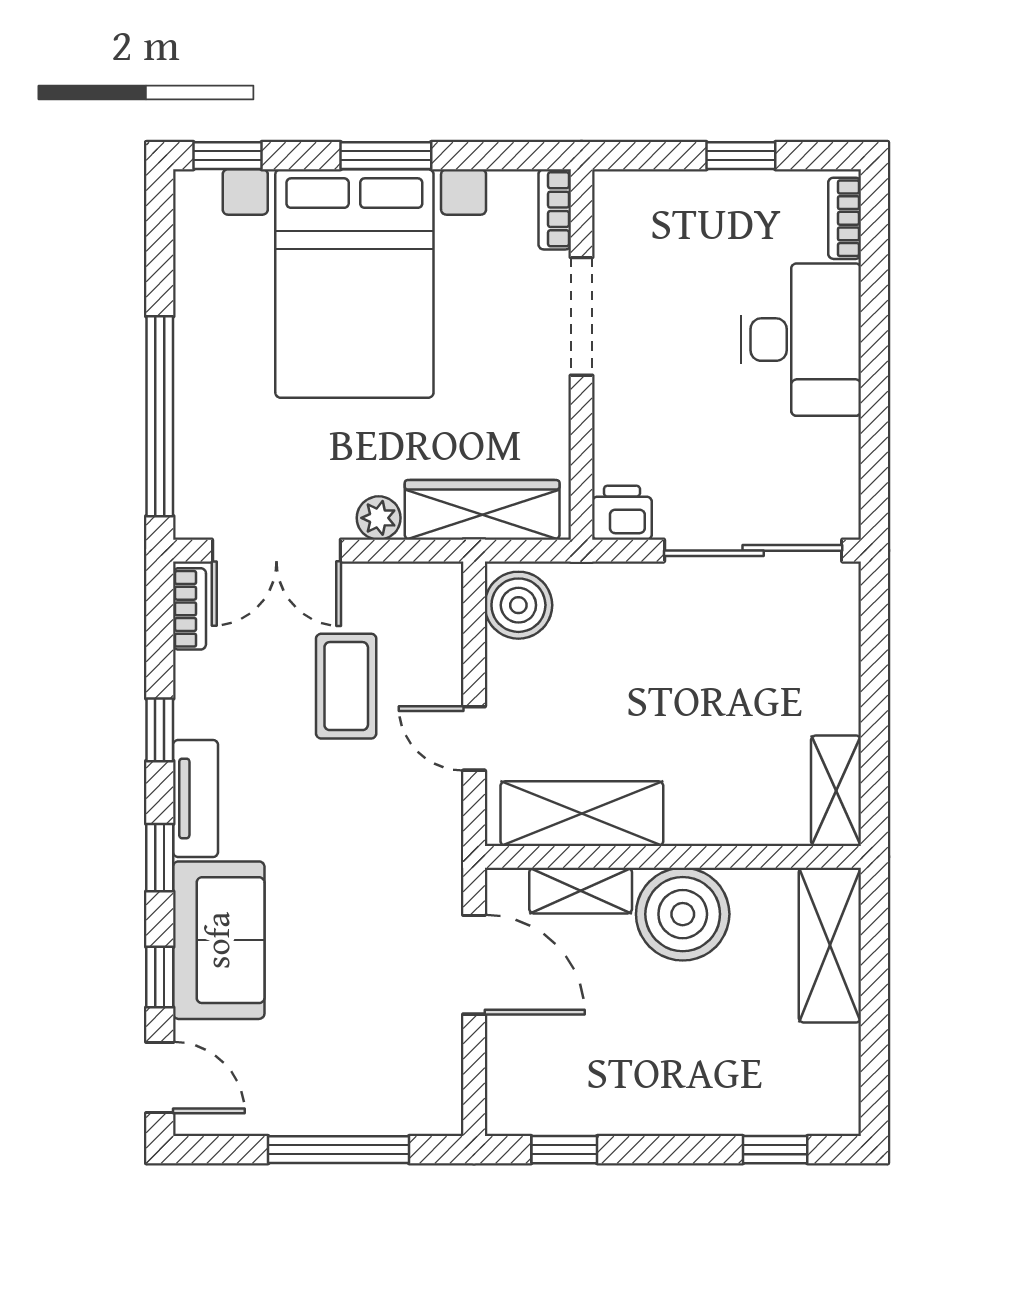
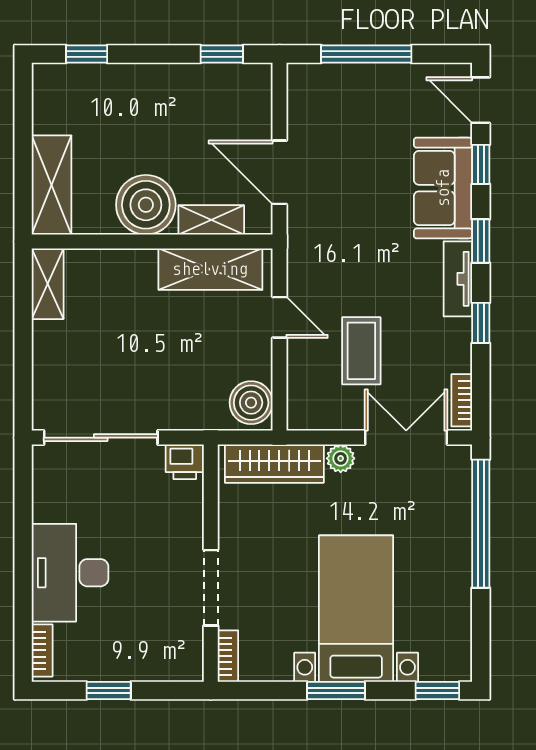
bed with nightstands: (354, 283) -> (356, 609), width x0.73

